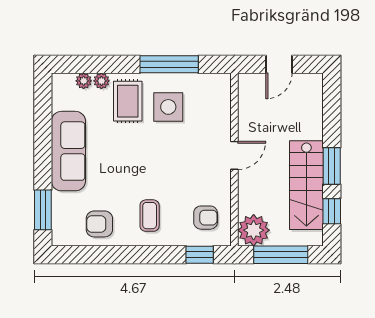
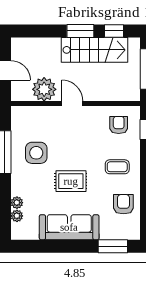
rug: (128, 101) -> (71, 181), moved
armchair: (99, 224) -> (123, 204), turned 180
plant: (254, 230) -> (44, 89), moved

